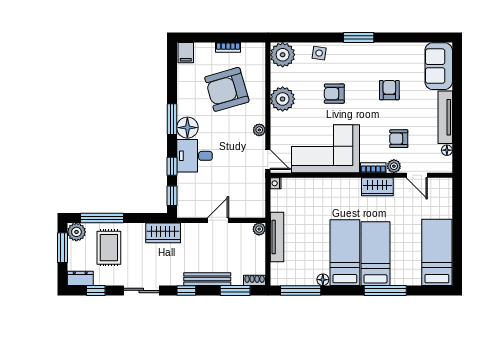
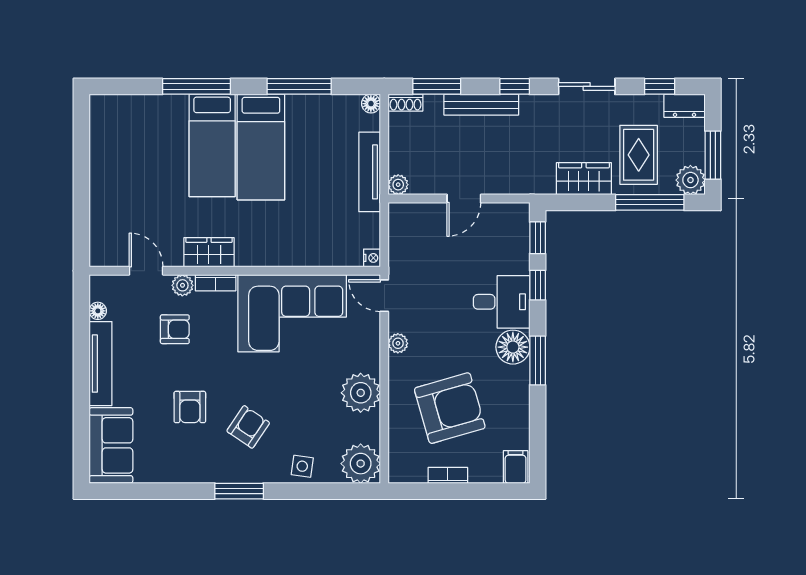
armchair: (334, 94) -> (248, 427), moved, turned -56
wardrobe: (163, 233) -> (584, 179), moved
bed: (437, 252) -> (114, 147), removed
floor lamp: (323, 280) -> (371, 104), moved
window: (301, 290) -> (299, 86), moved

